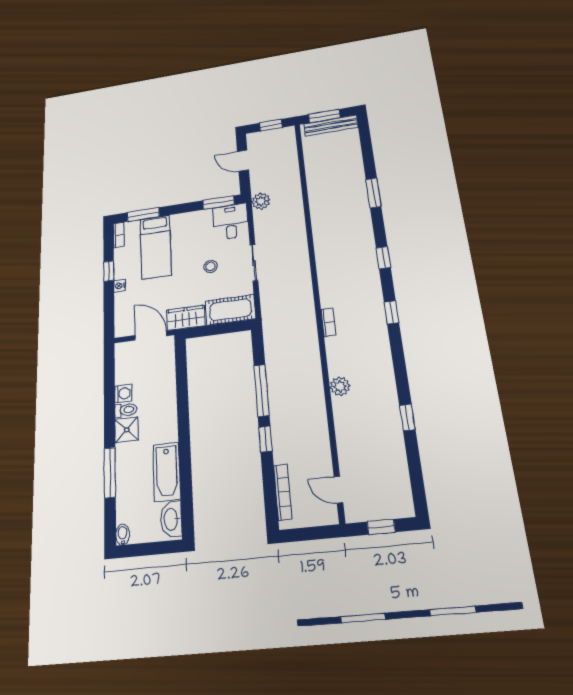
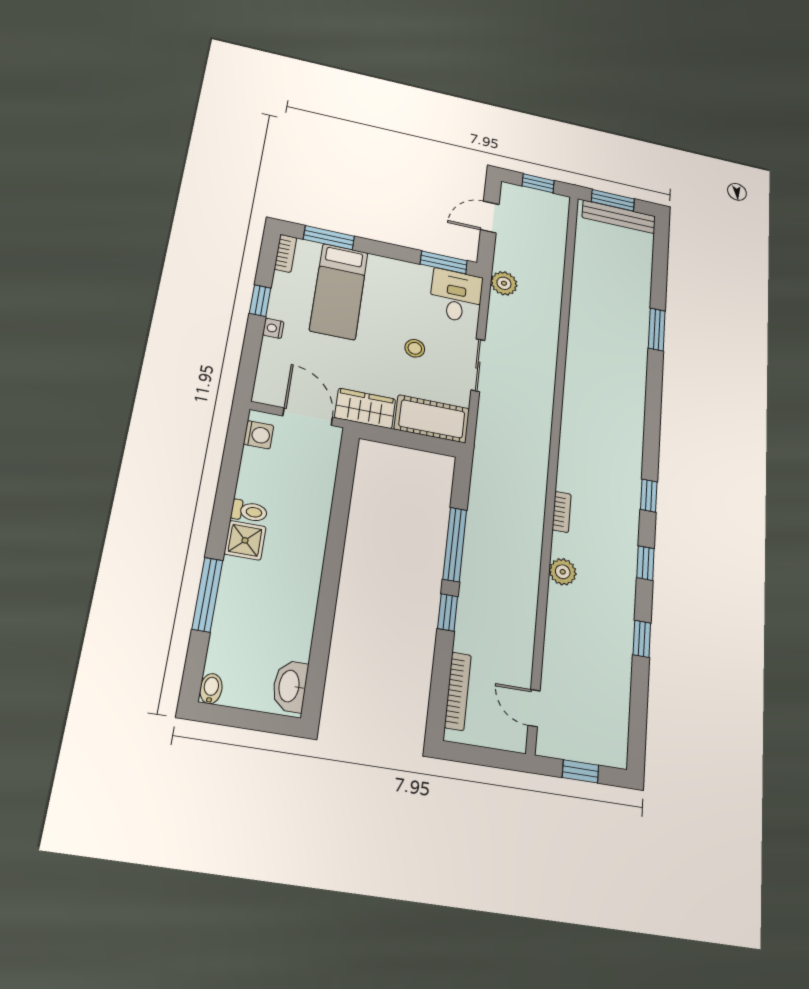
door: (243, 161) -> (490, 217), hinge flipped
window: (383, 258) -> (645, 563), moved
bookcase: (328, 322) -> (562, 512), moved
washing machine: (123, 393) -> (259, 435), moved
bathtub: (167, 472) -> (295, 618), removed

